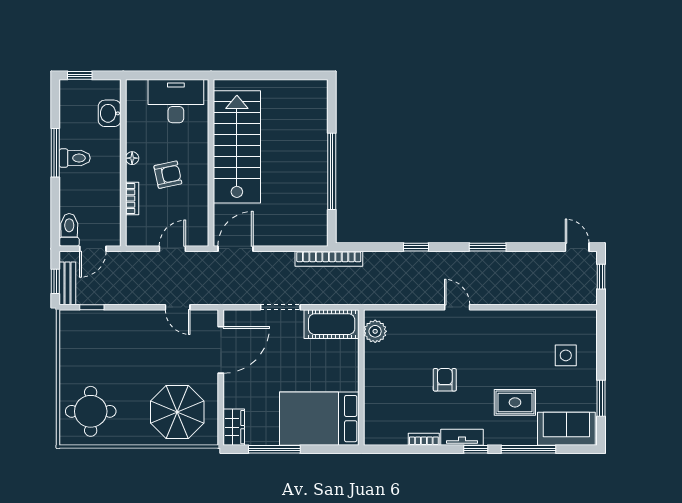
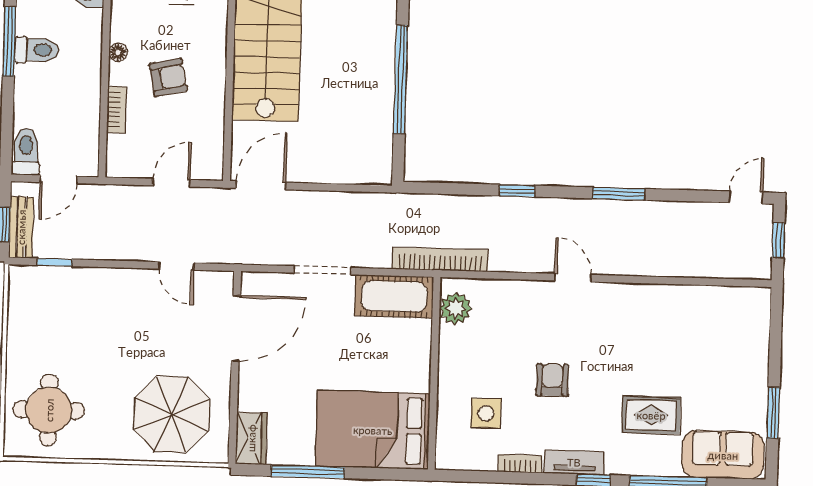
door: (577, 247) -> (746, 197), hinge flipped
bookcase: (329, 259) -> (440, 260), moved, turned 180
side table: (566, 355) -> (486, 413), moved

